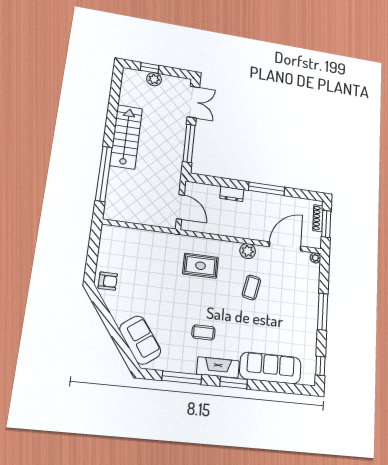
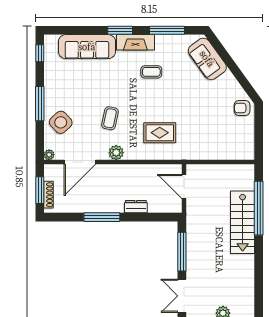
stairs: (126, 137) -> (243, 222), moved
side table: (302, 289) -> (61, 122), added

